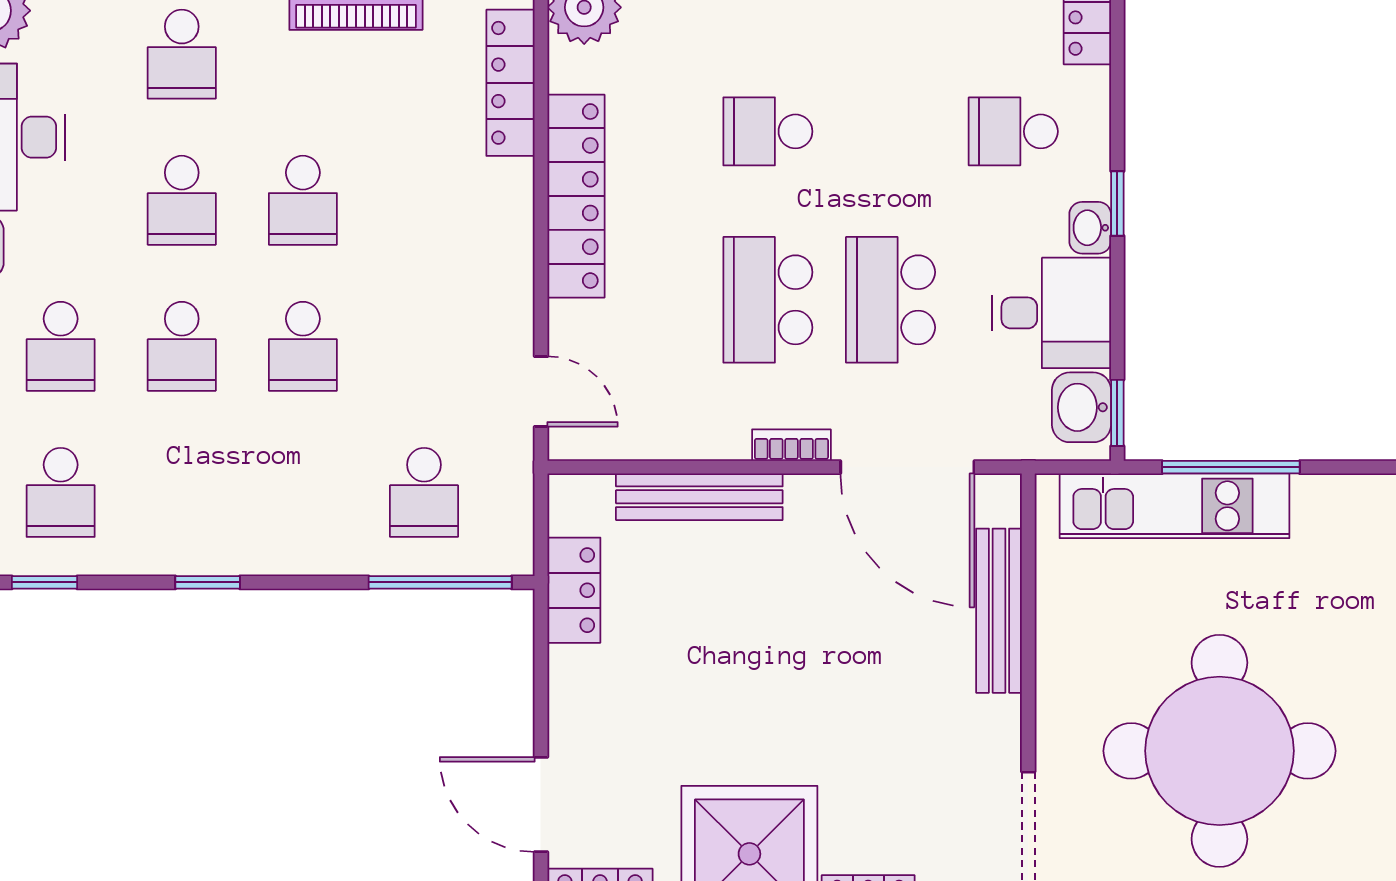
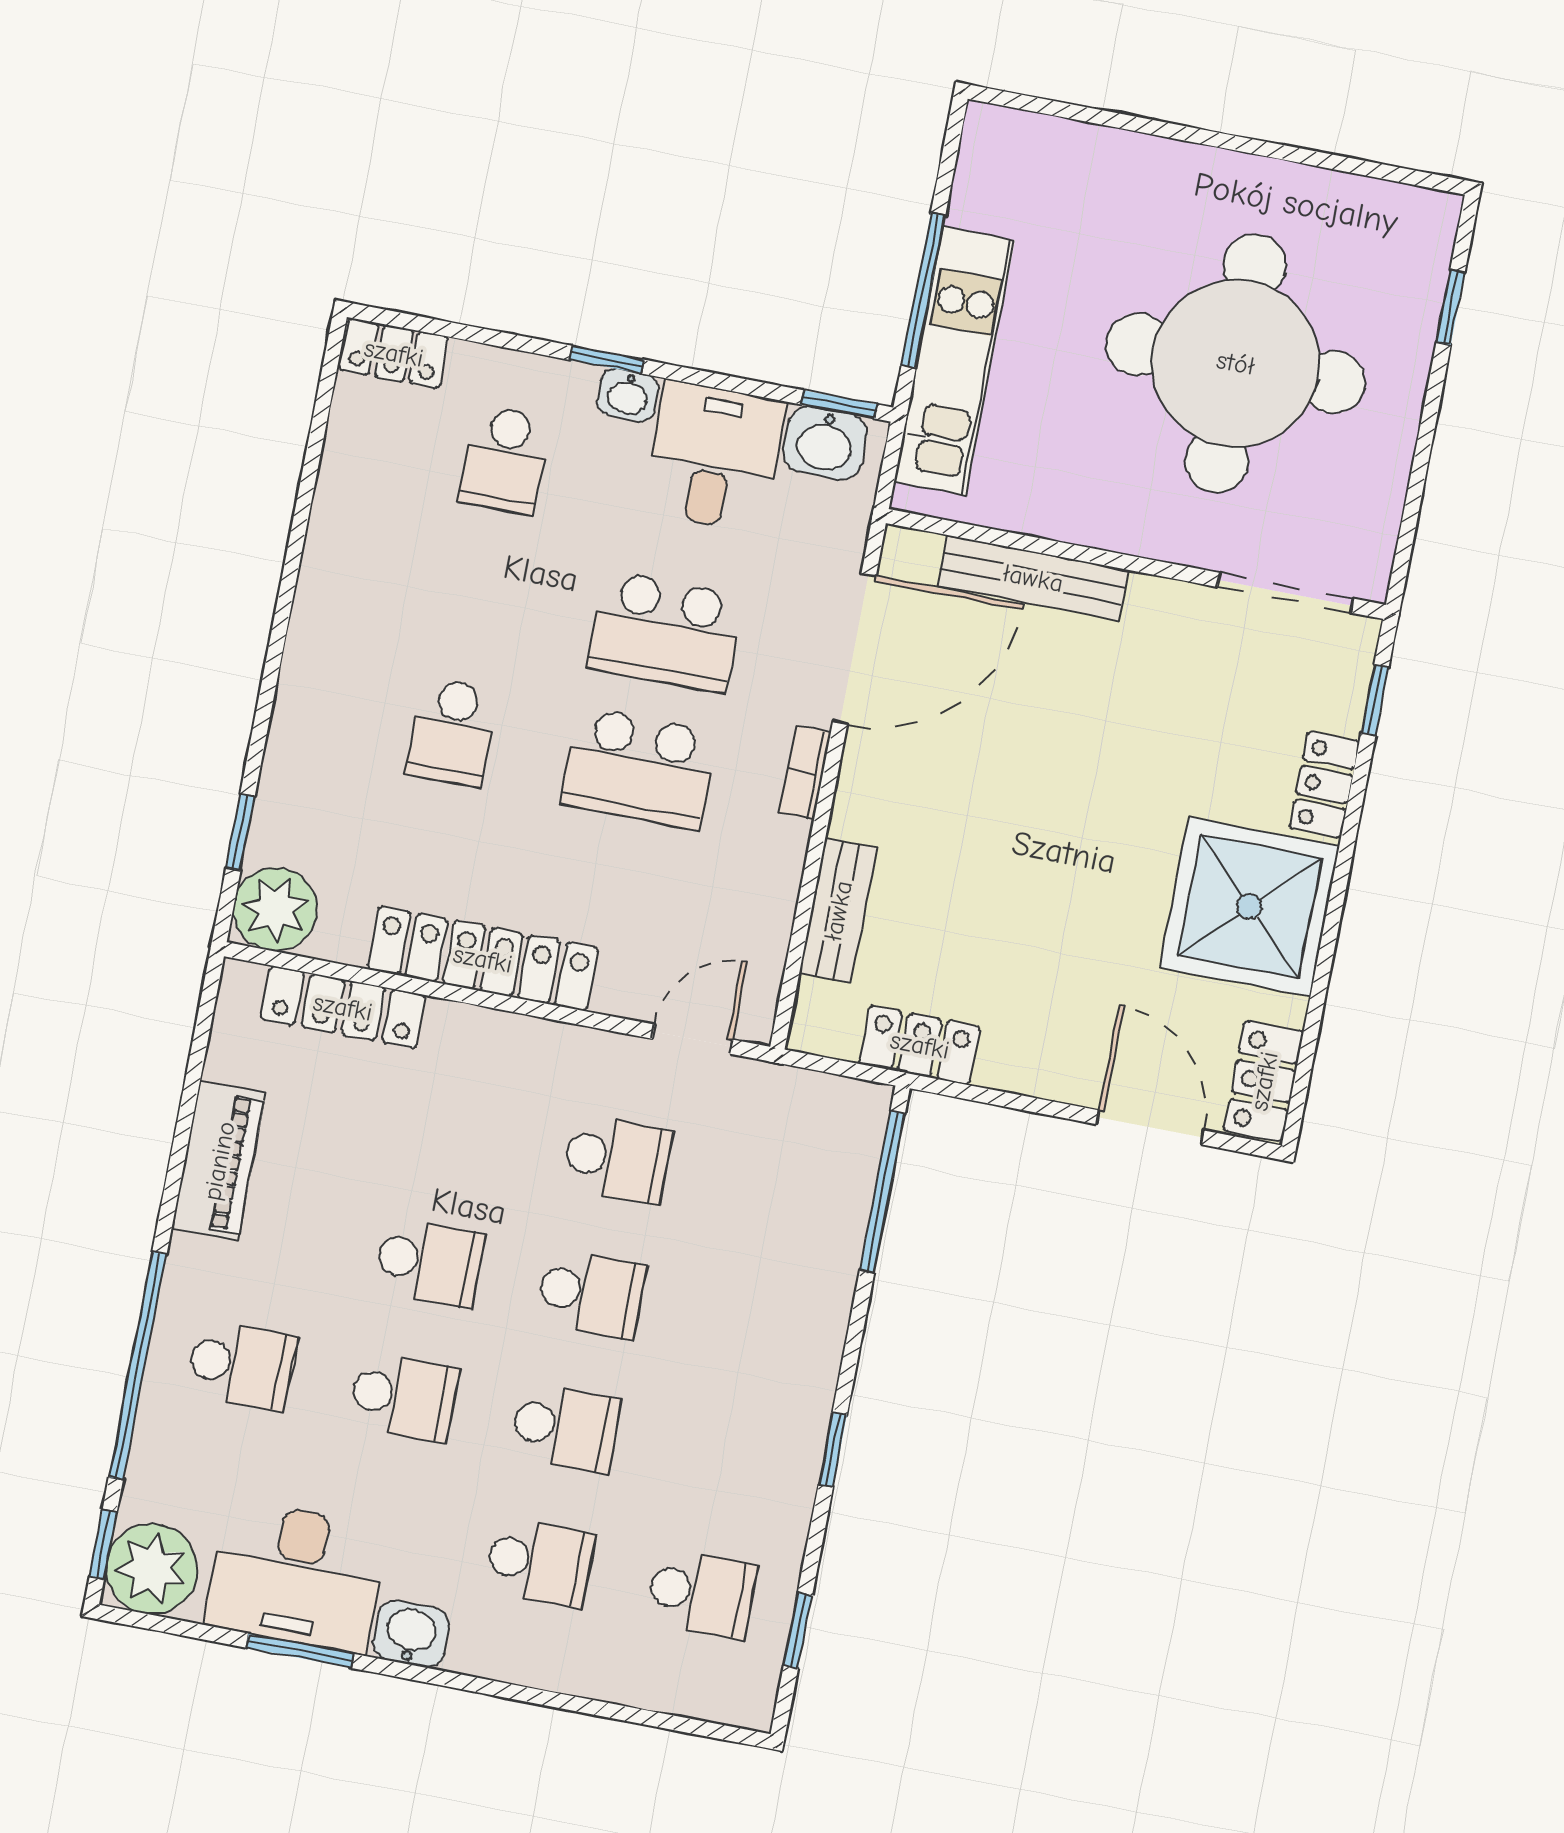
school desk: (424, 492) -> (617, 1159), moved
bench: (699, 497) -> (838, 911), width x0.73
door: (541, 804) -> (1150, 1127), swing flipped

